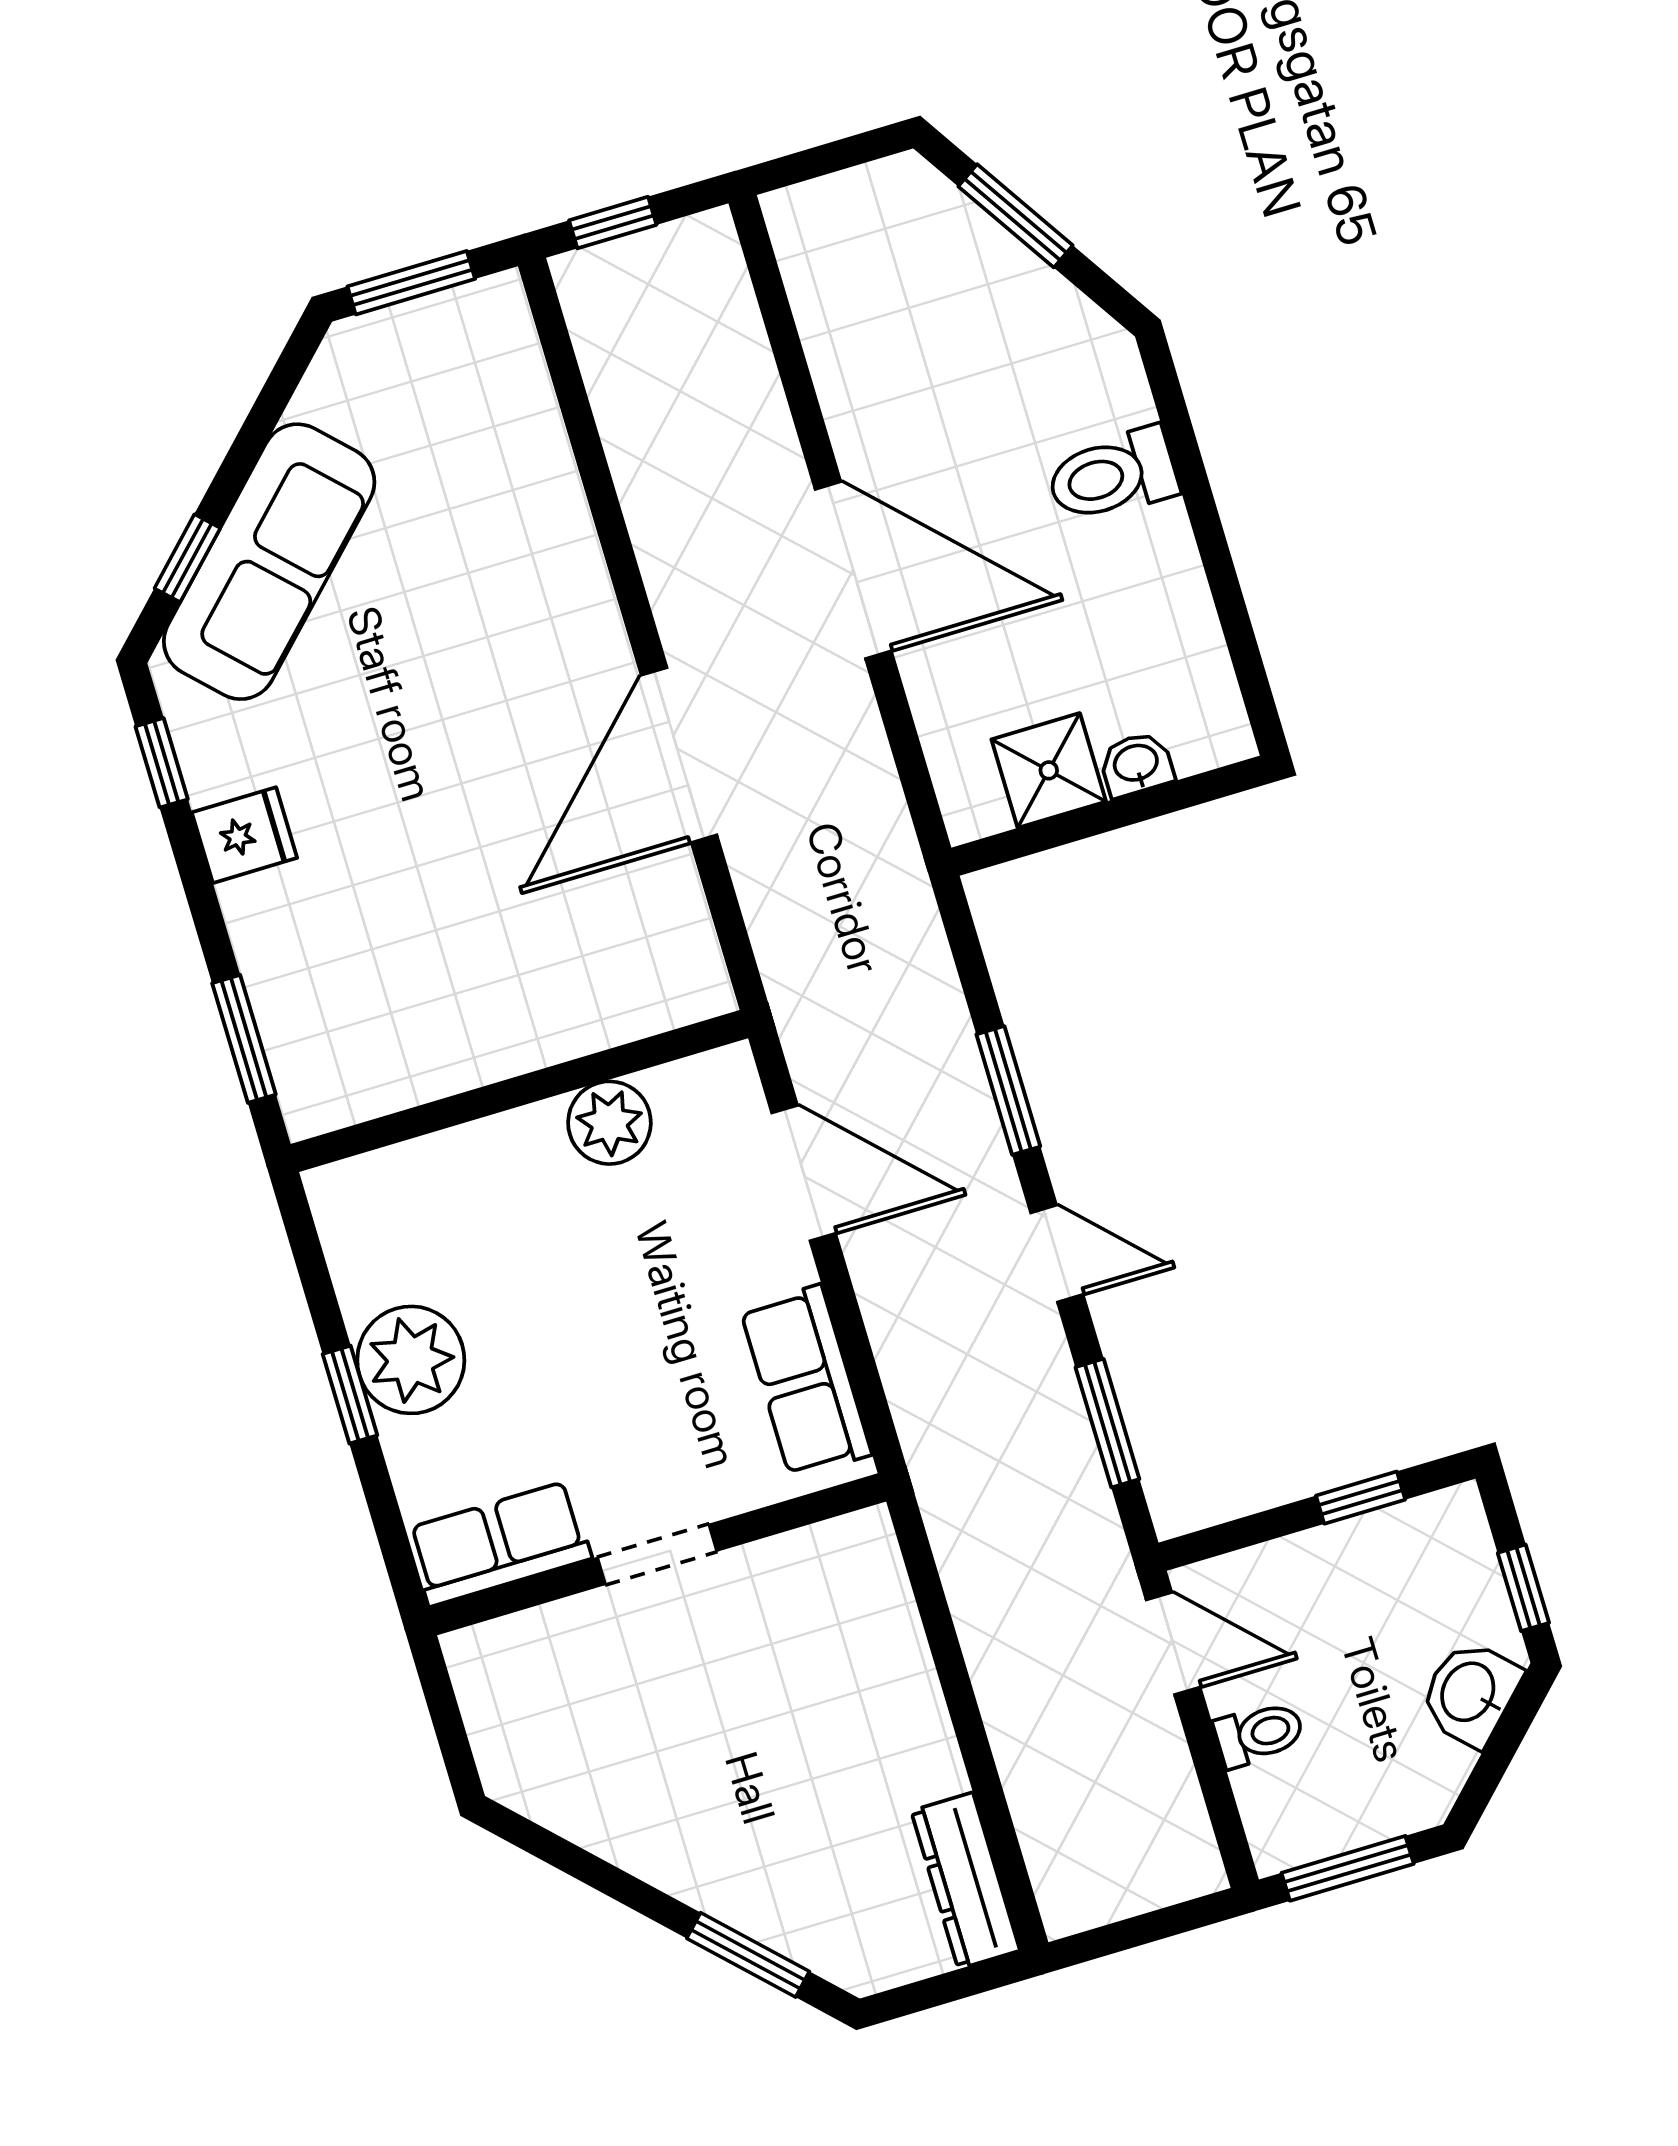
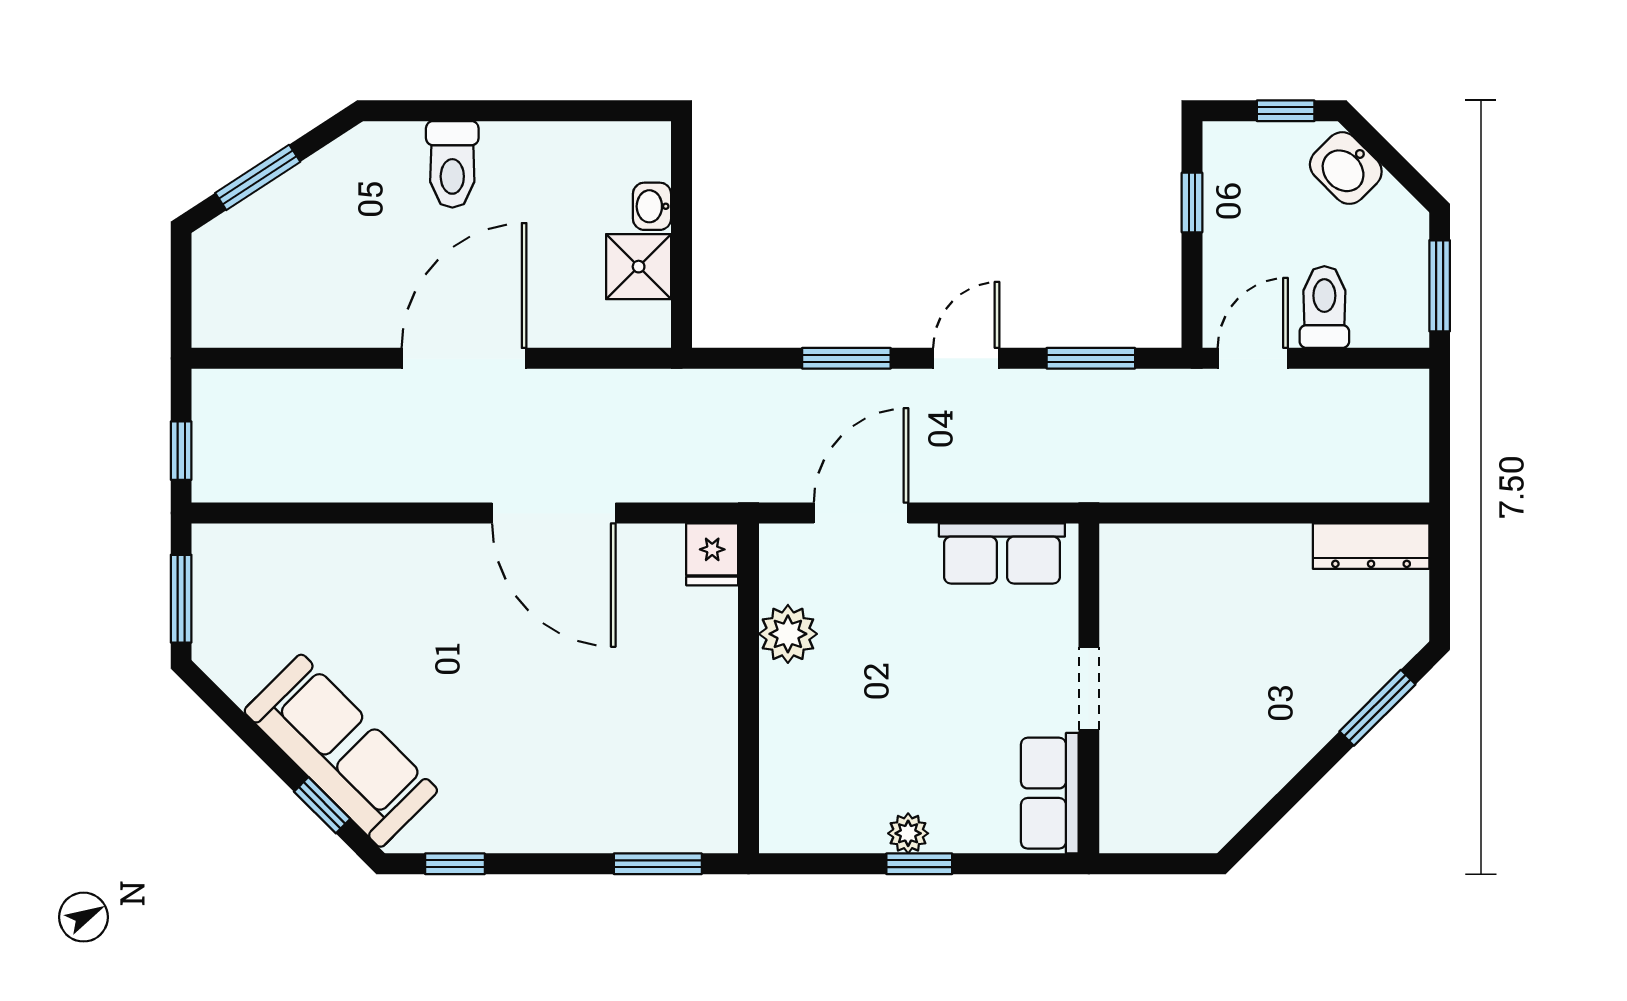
fridge: (244, 835) -> (712, 554), moved, turned 180
plant: (411, 1360) -> (908, 833), width x0.53, depth x0.53
toilet: (1259, 1734) -> (1324, 307), width x1.37, depth x1.39

